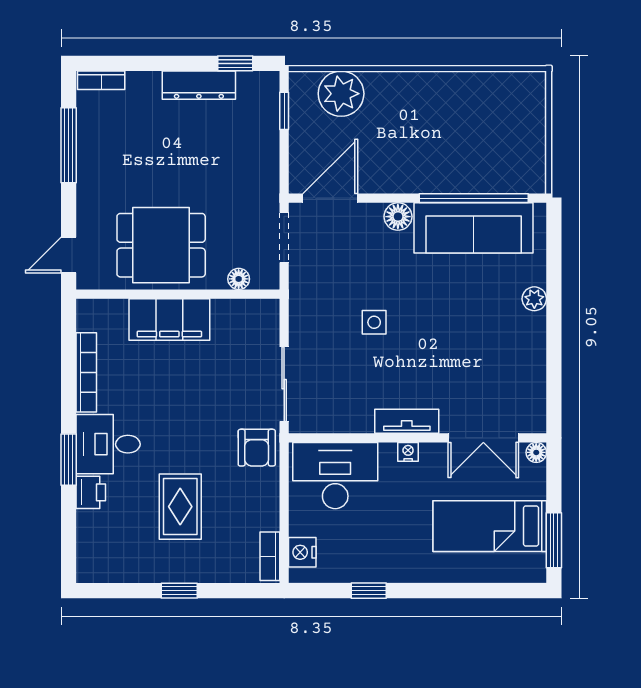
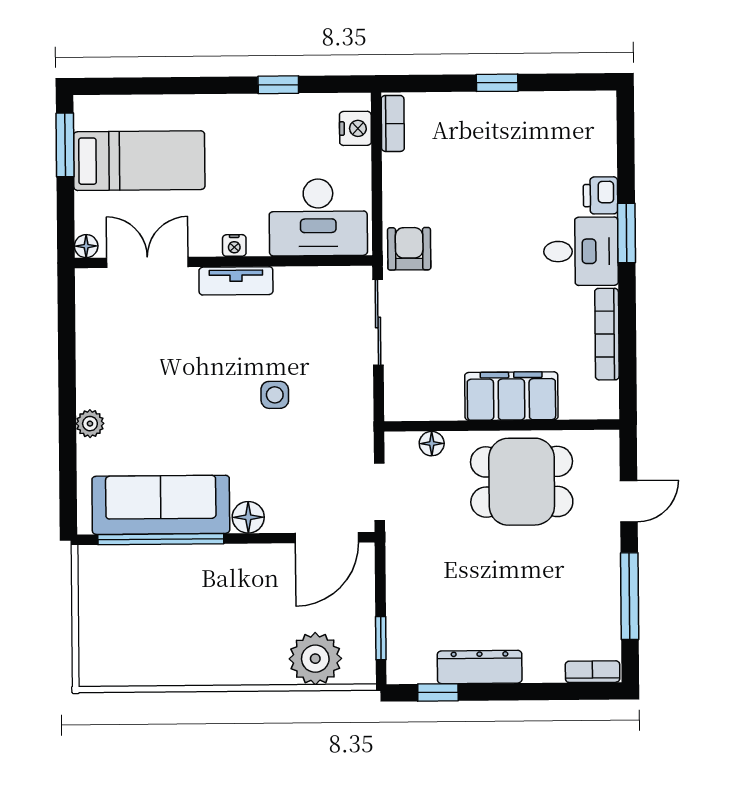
door: (69, 255) -> (629, 501), moved
rug: (180, 507) -> (497, 180), removed

